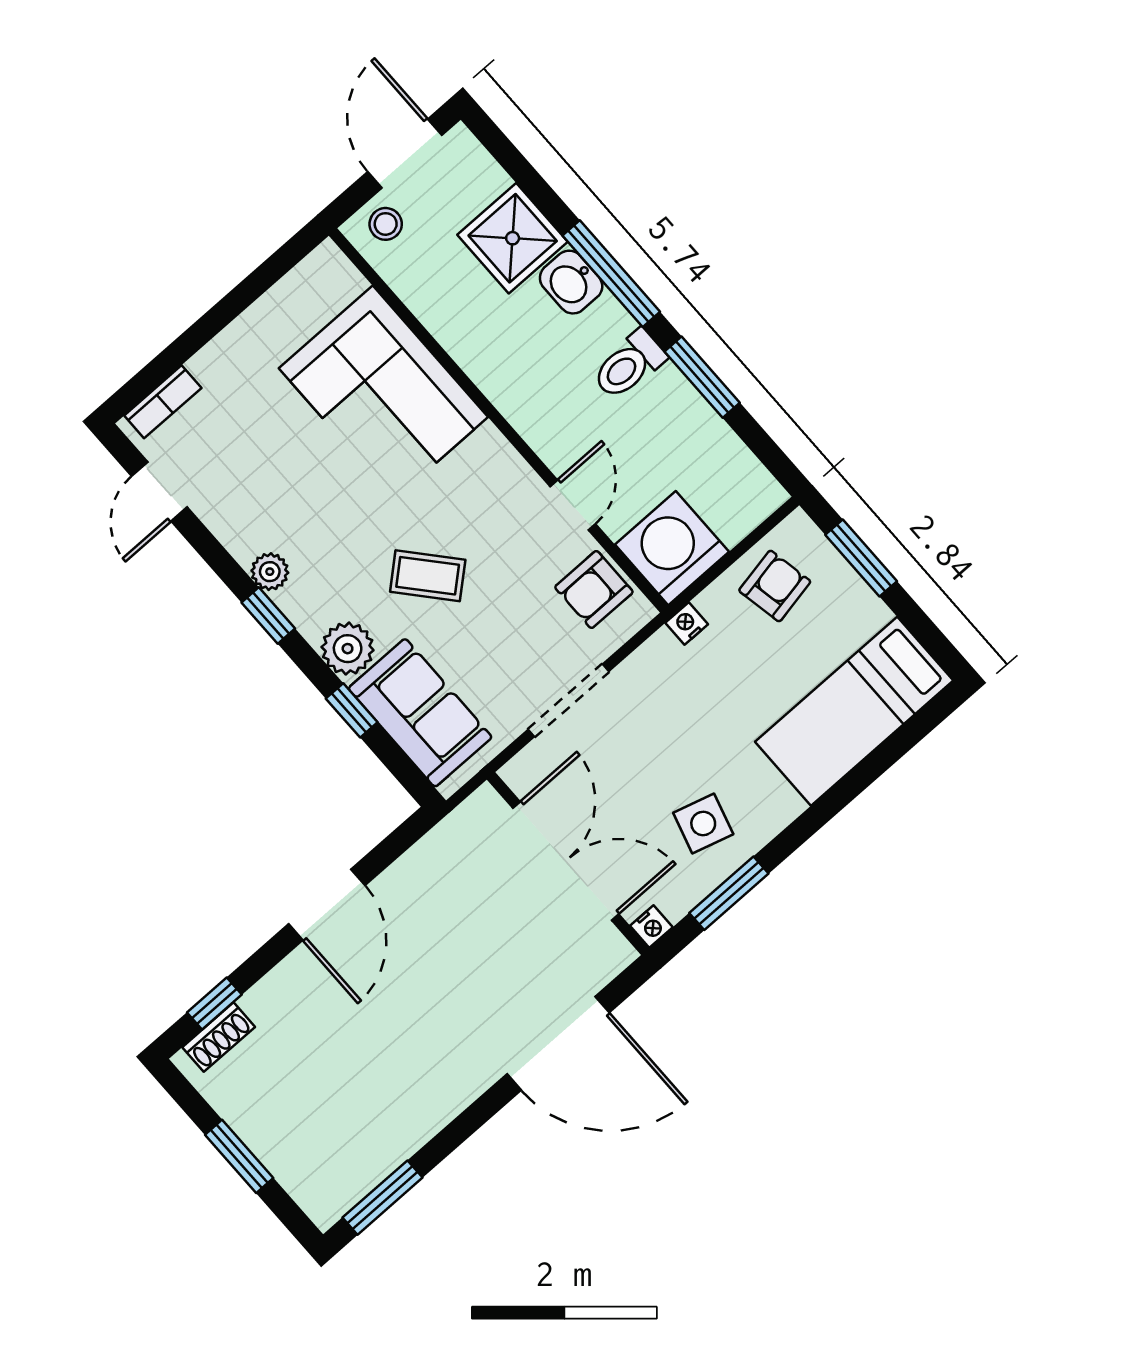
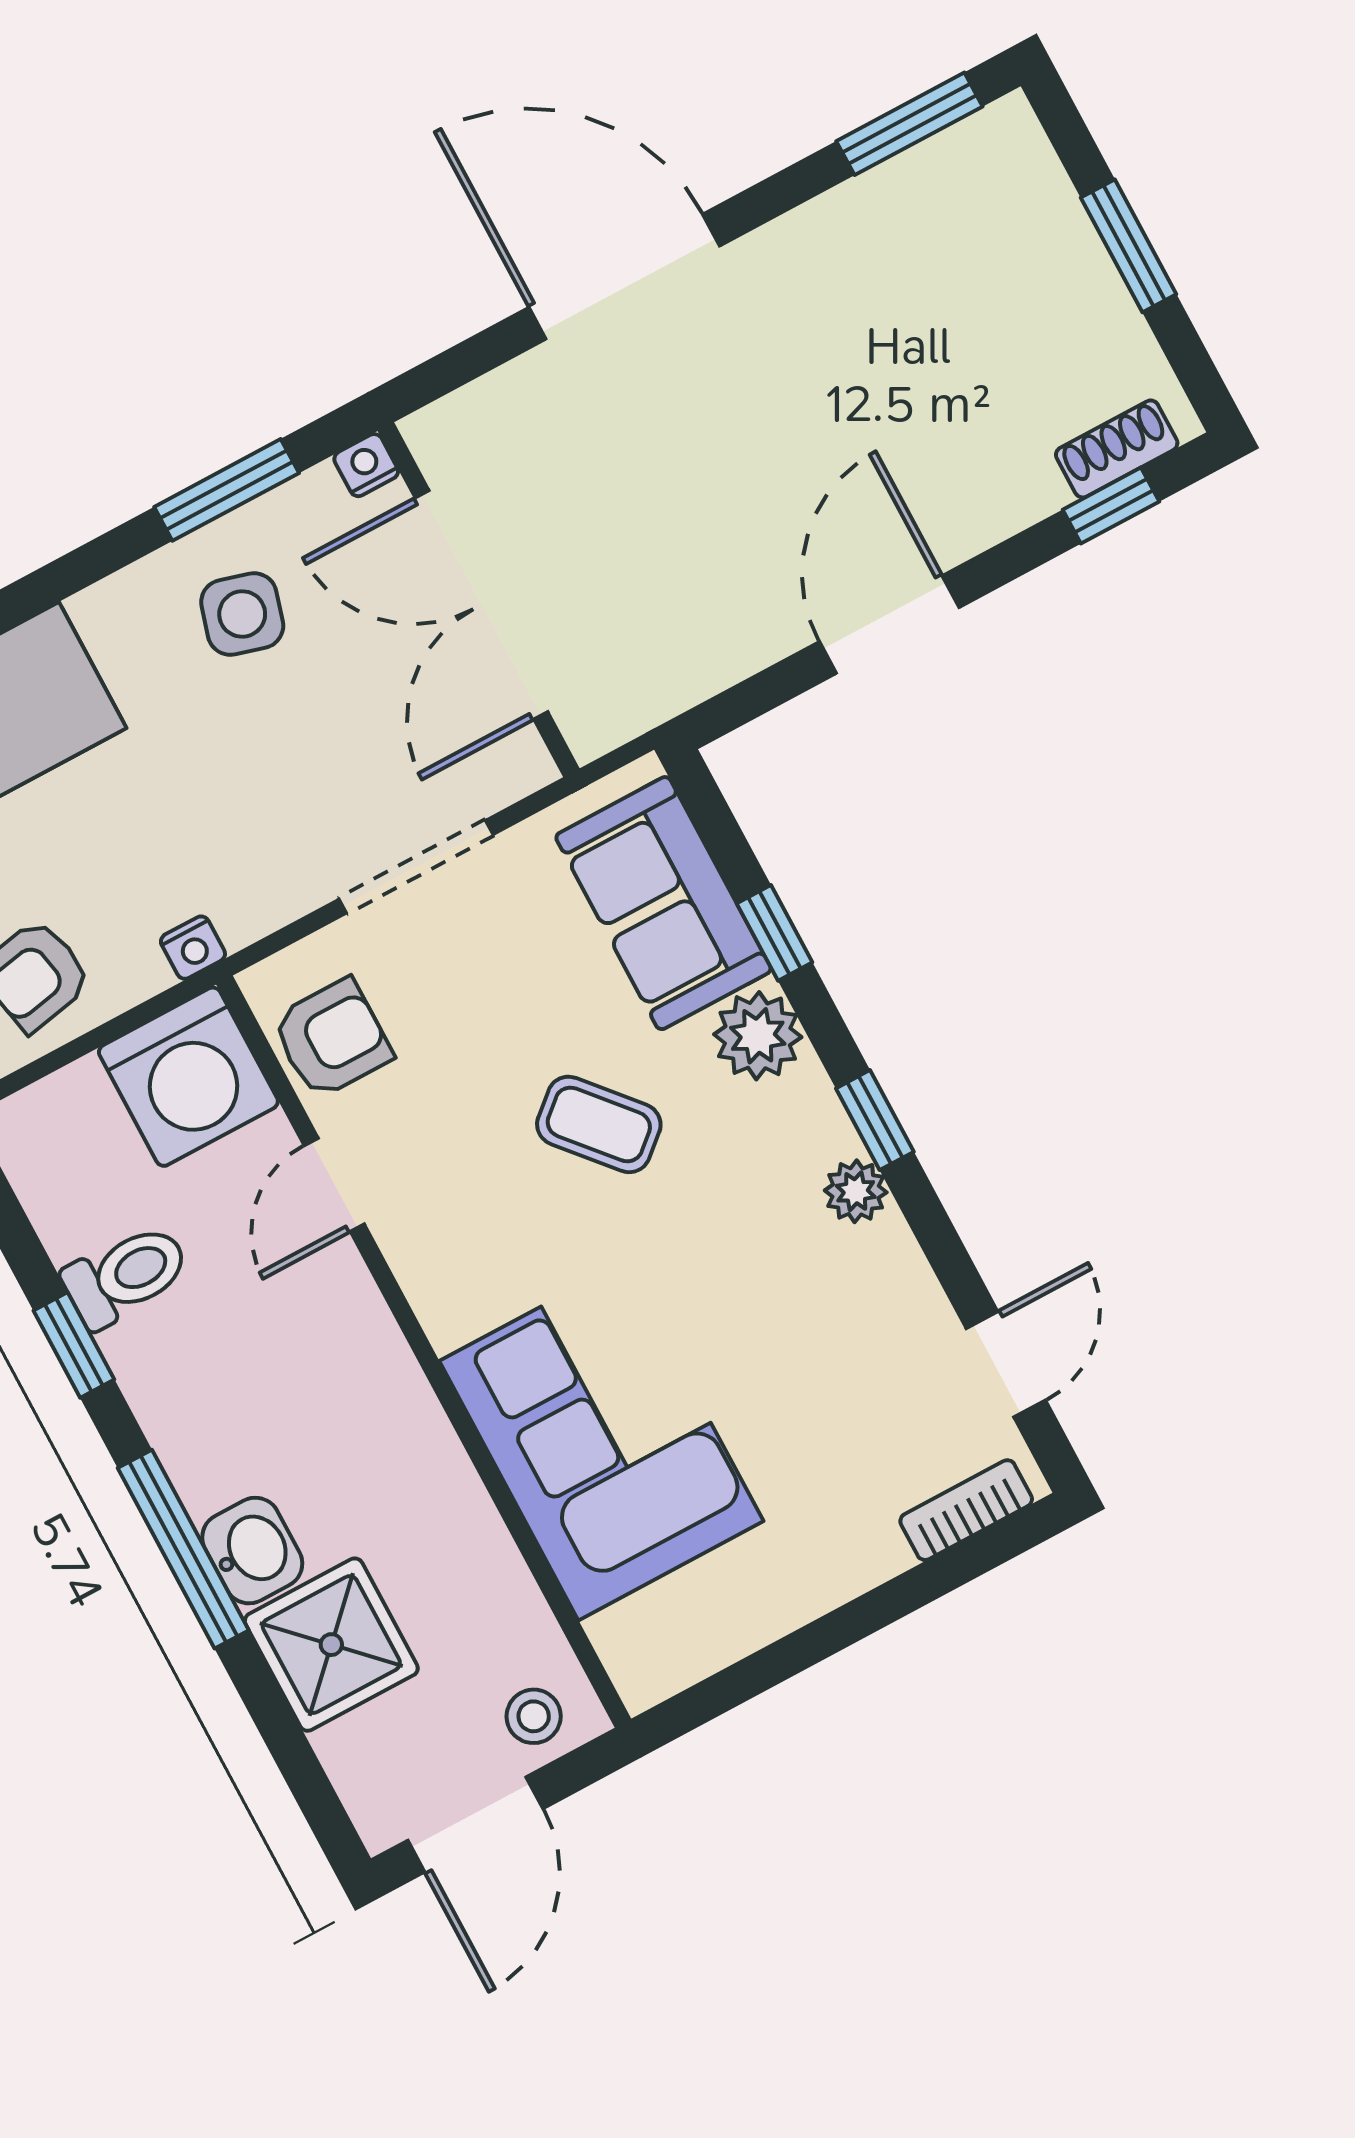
toilet: (629, 365) -> (126, 1275), moved
window: (702, 377) -> (74, 1345), width x0.67
door: (558, 1043) -> (624, 277), moved

